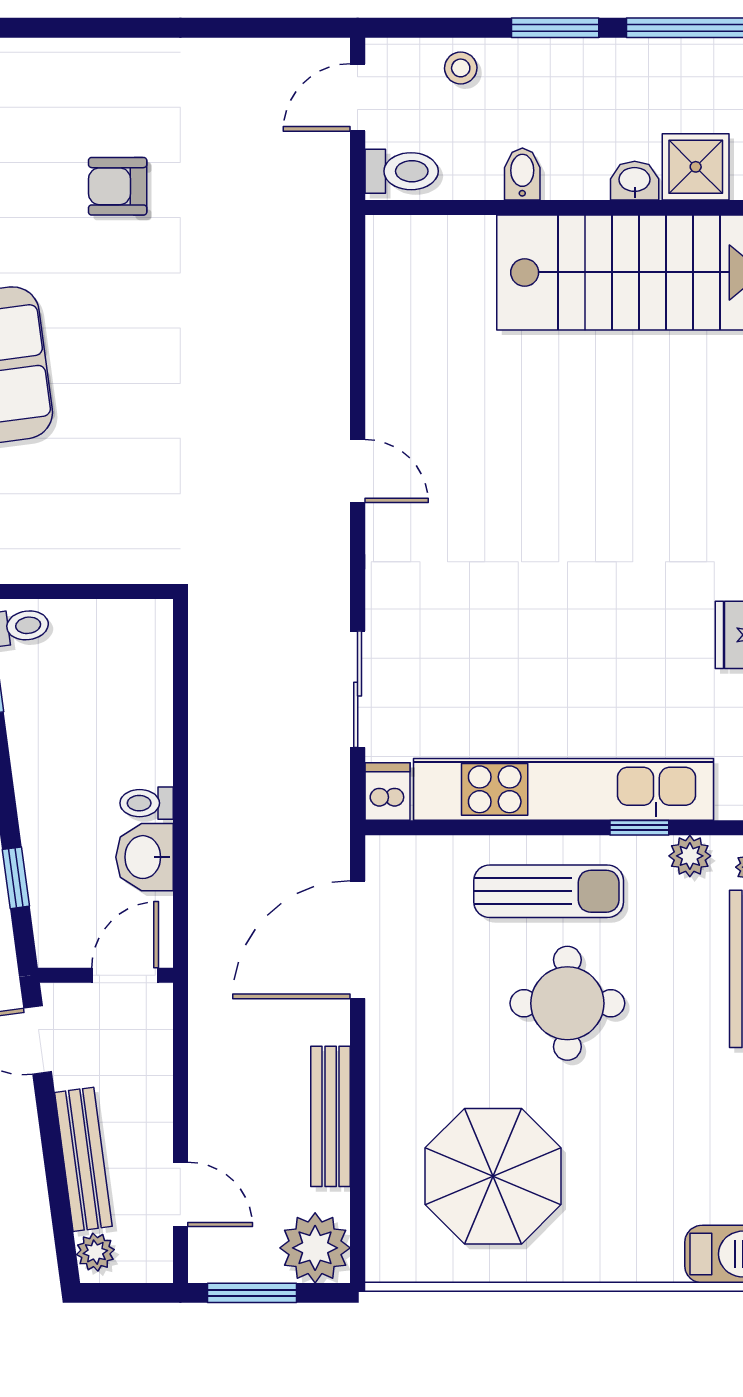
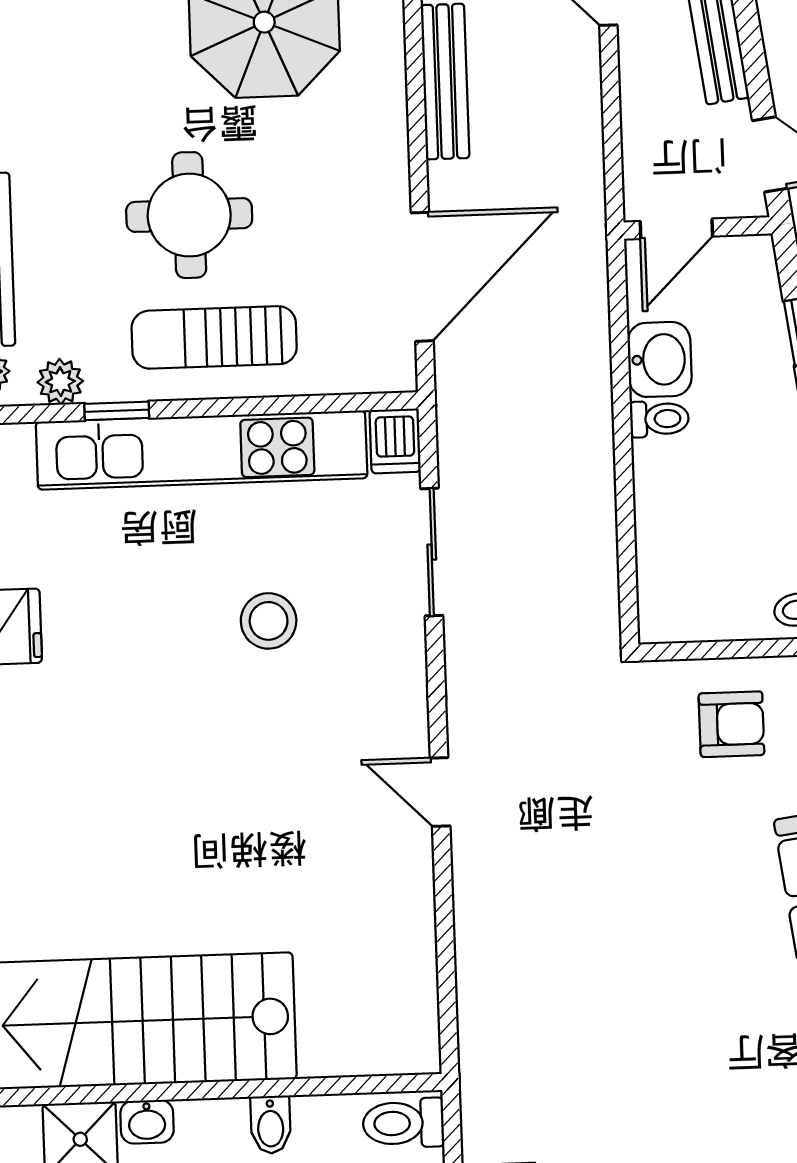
armchair: (118, 186) -> (731, 724), moved
stool: (508, 632) -> (269, 621), added

